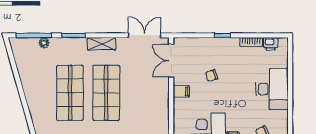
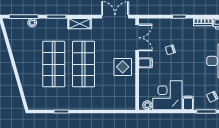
double door: (171, 61) -> (137, 38), swing flipped
display table: (154, 96) -> (123, 67), added

